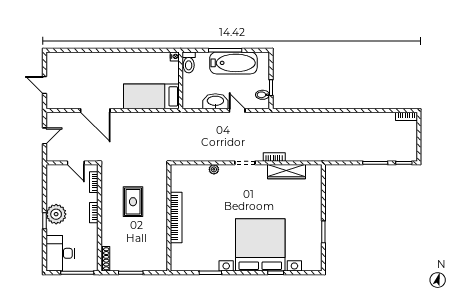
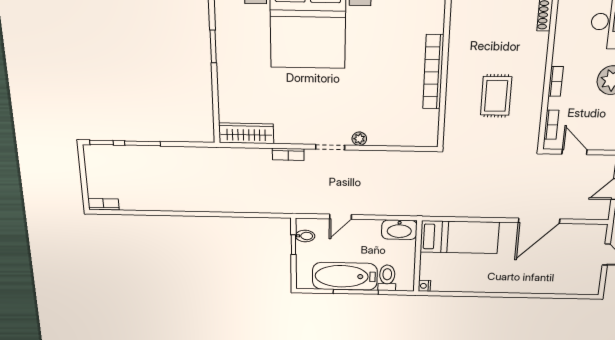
toilet: (189, 62) -> (387, 278), moved
washbasin: (215, 101) -> (399, 230), moved
door: (95, 110) -> (539, 221), swing flipped
door: (237, 110) -> (340, 217), hinge flipped
plant: (214, 169) -> (359, 139), moved
wardrobe: (286, 172) -> (246, 133), moved

